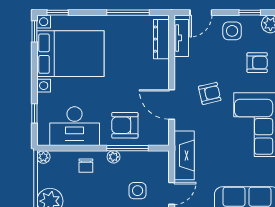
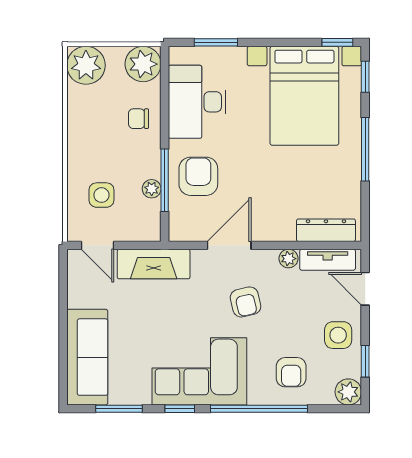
window: (128, 13) -> (365, 149), moved
plant: (180, 64) -> (288, 259), added
window: (34, 113) -> (216, 42), width x1.50
plant: (43, 157) -> (143, 64), width x1.88, depth x1.88
plant: (114, 157) -> (152, 189), moved

